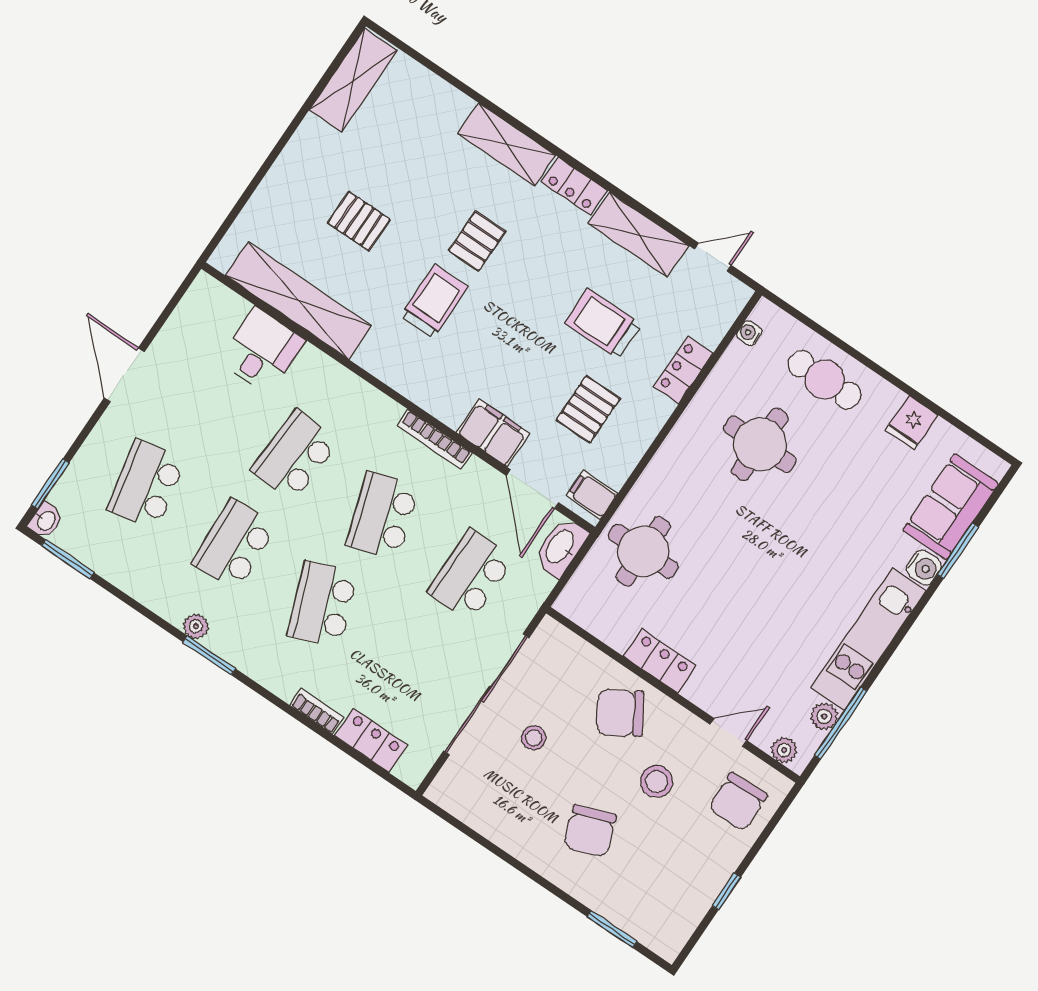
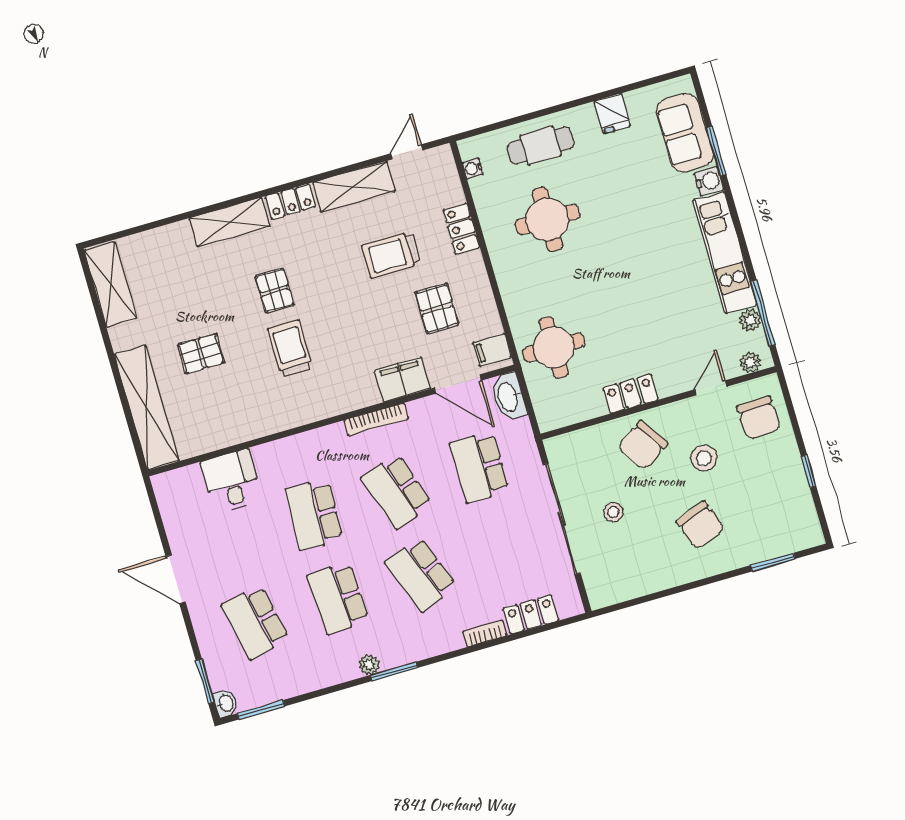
shelving: (298, 301) -> (147, 408), moved, turned 90

